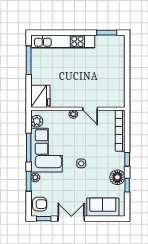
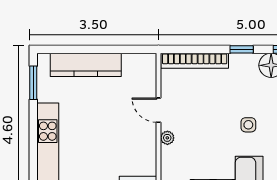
kitchen counter: (118, 65) -> (86, 65), added
door: (90, 109) -> (159, 110), swing flipped

